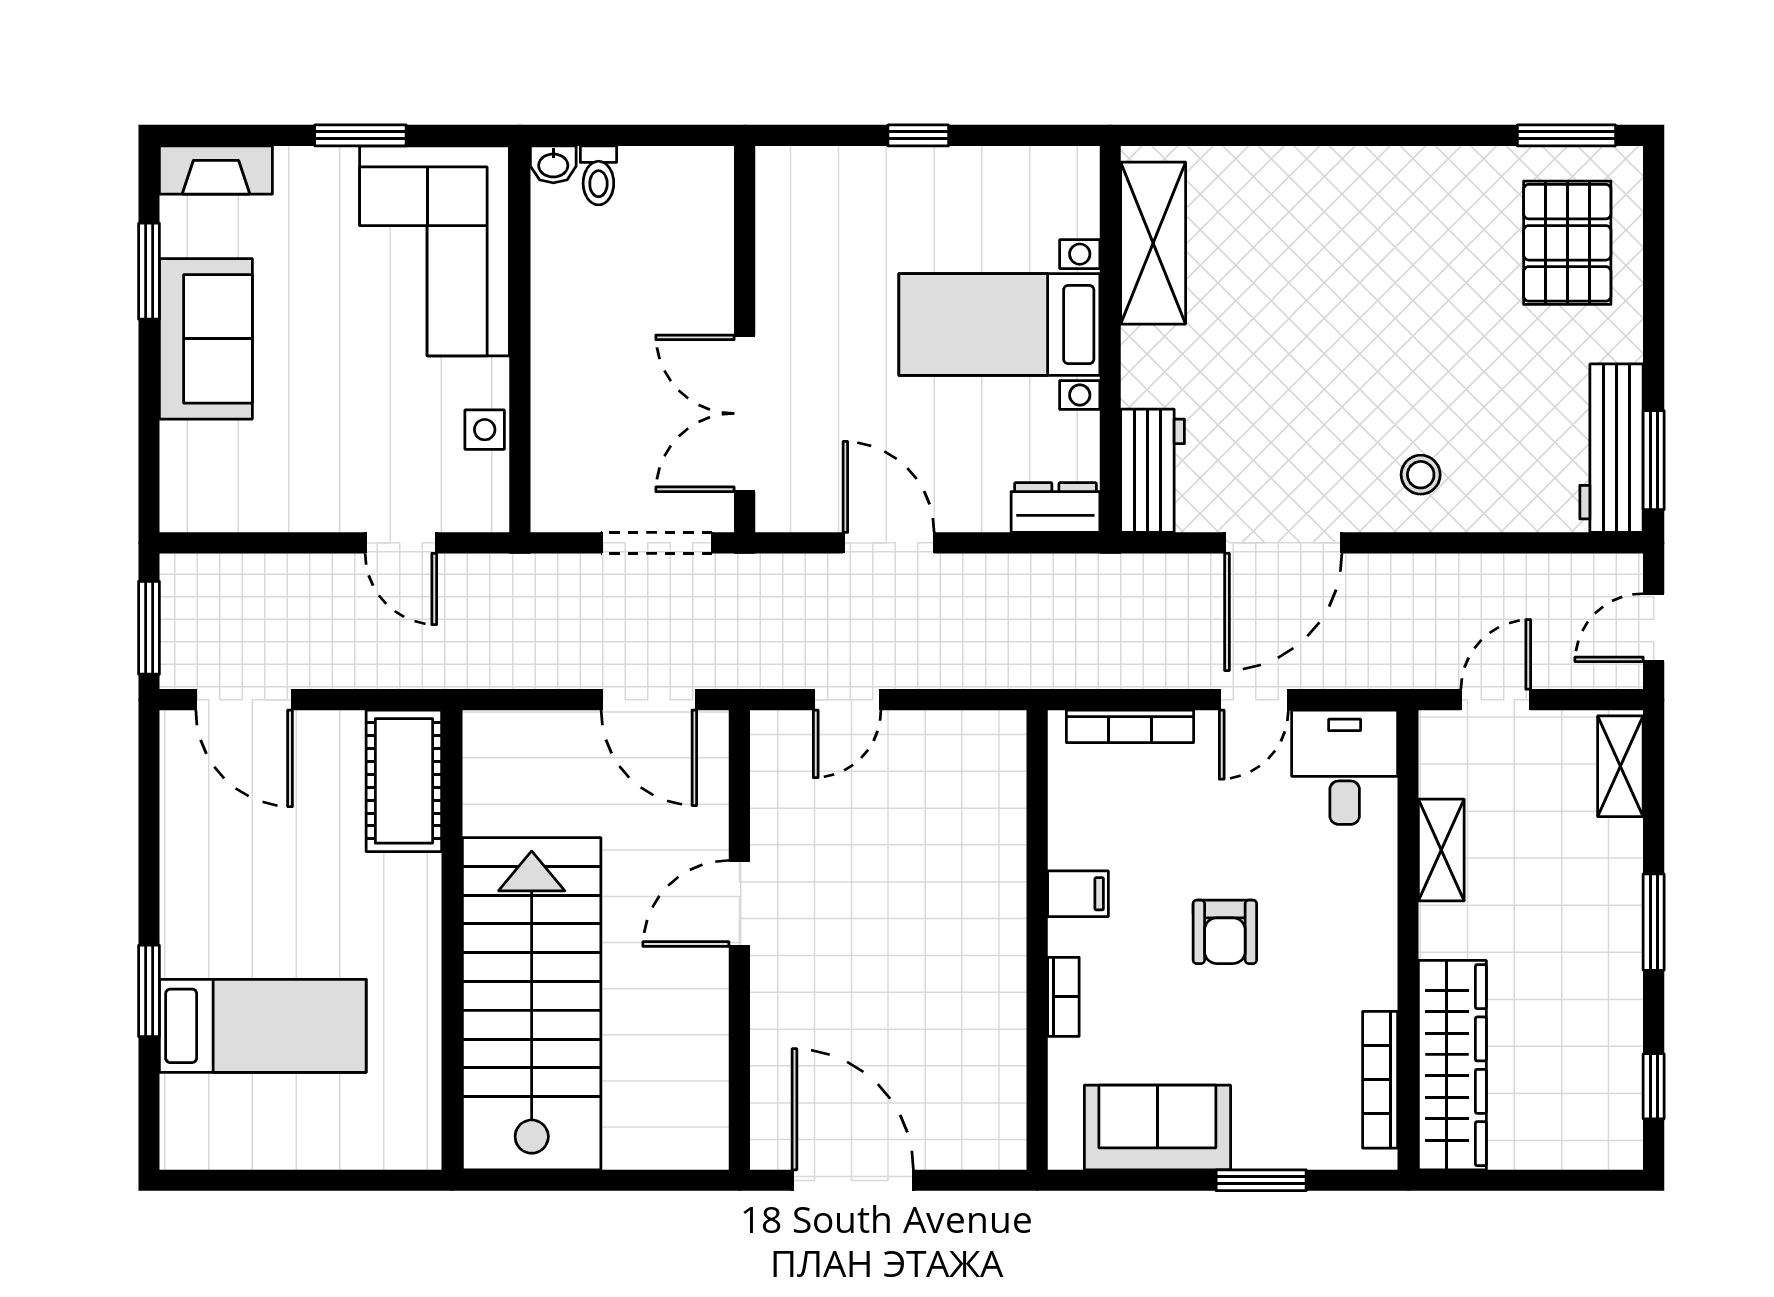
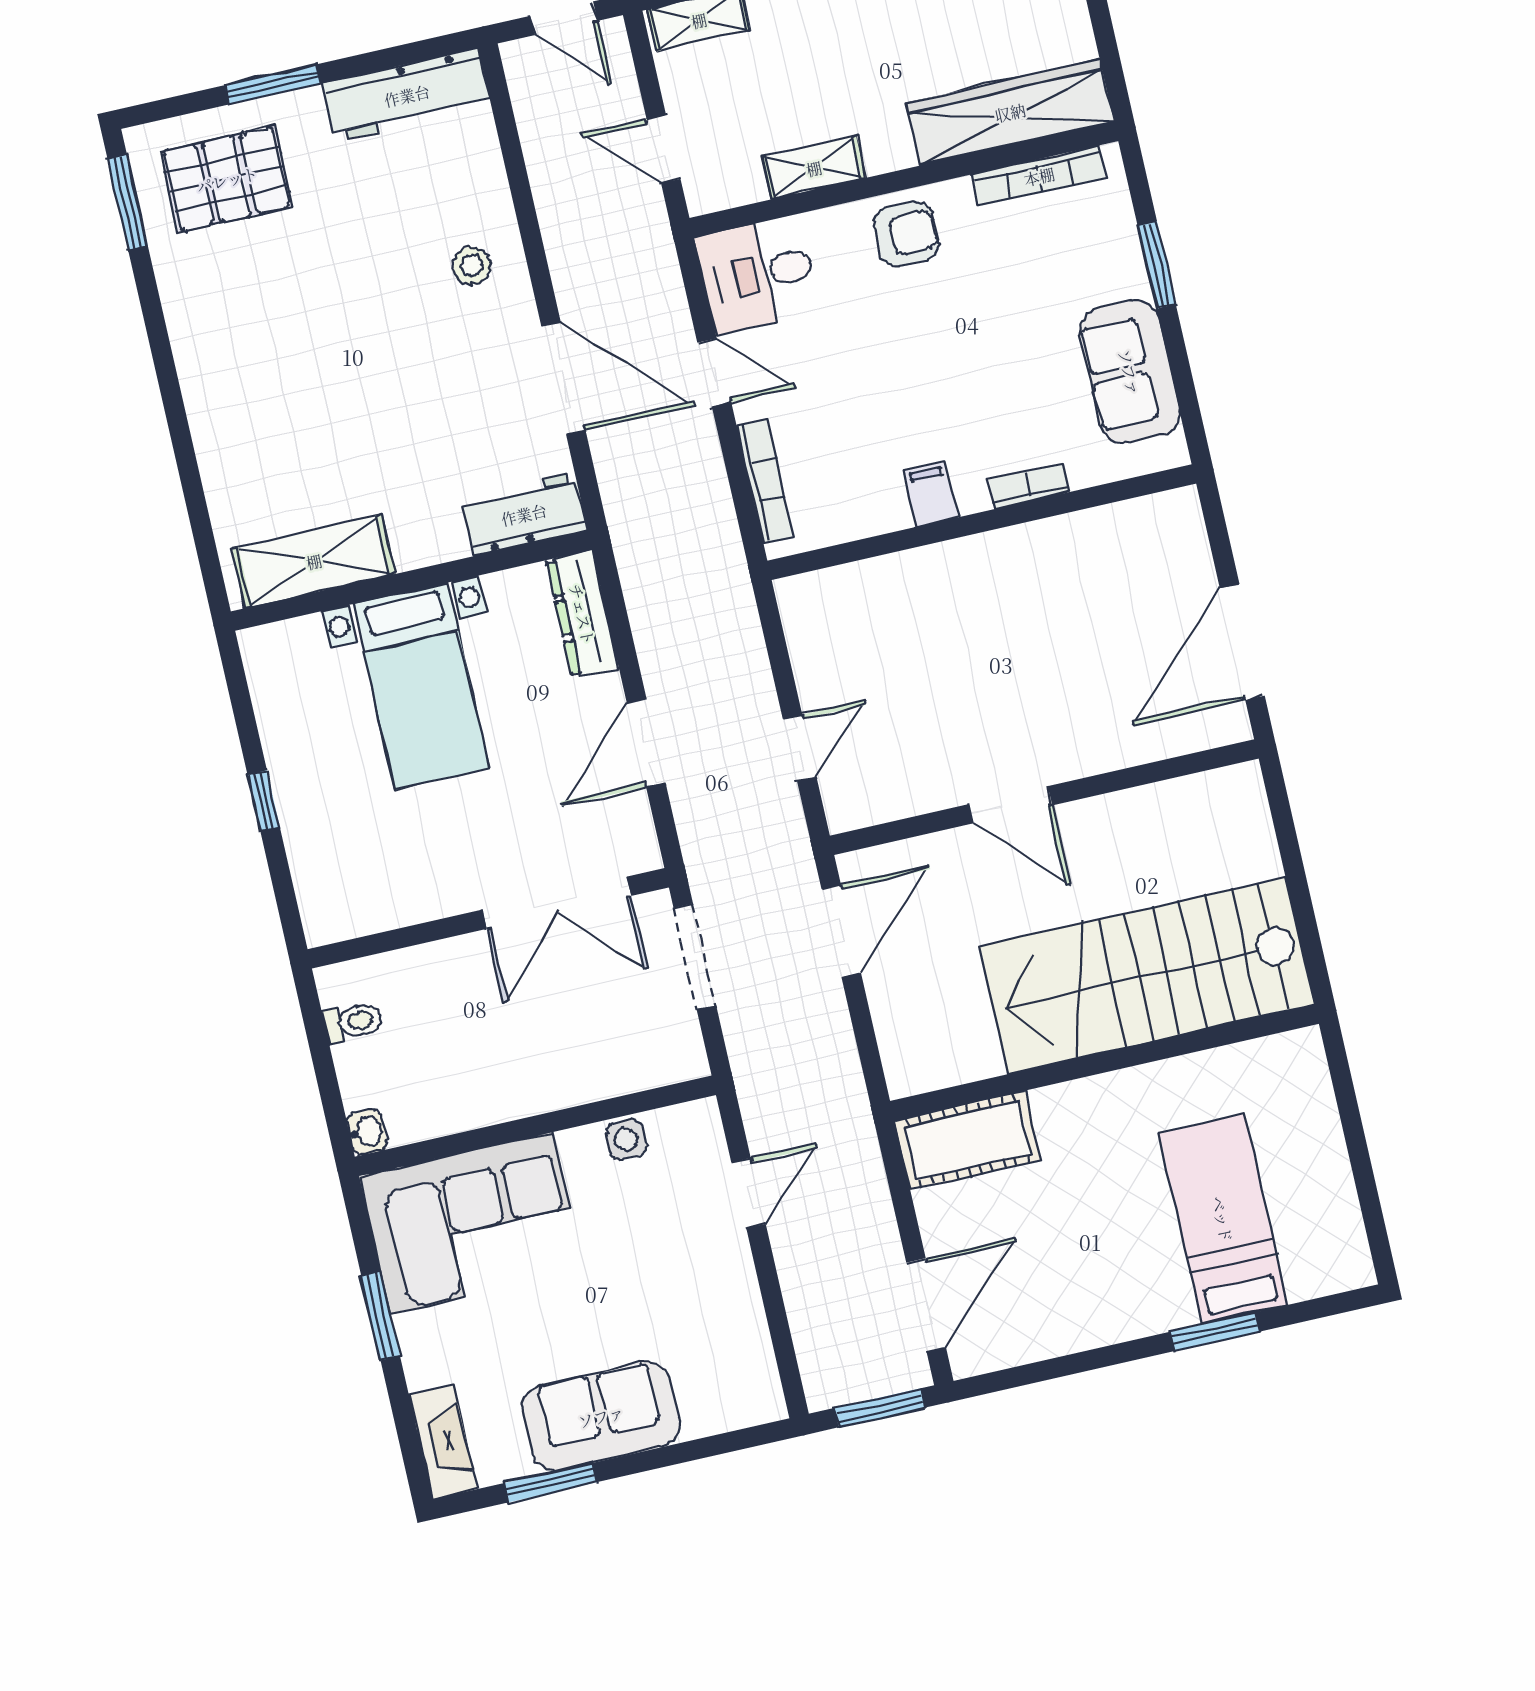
toilet: (598, 175) -> (353, 1022), moved
window: (1654, 460) -> (273, 84), moved
dresser: (1055, 508) -> (583, 614), width x1.44
door: (847, 700) -> (800, 748), hinge flipped
armchair: (1225, 932) -> (906, 234), moved

